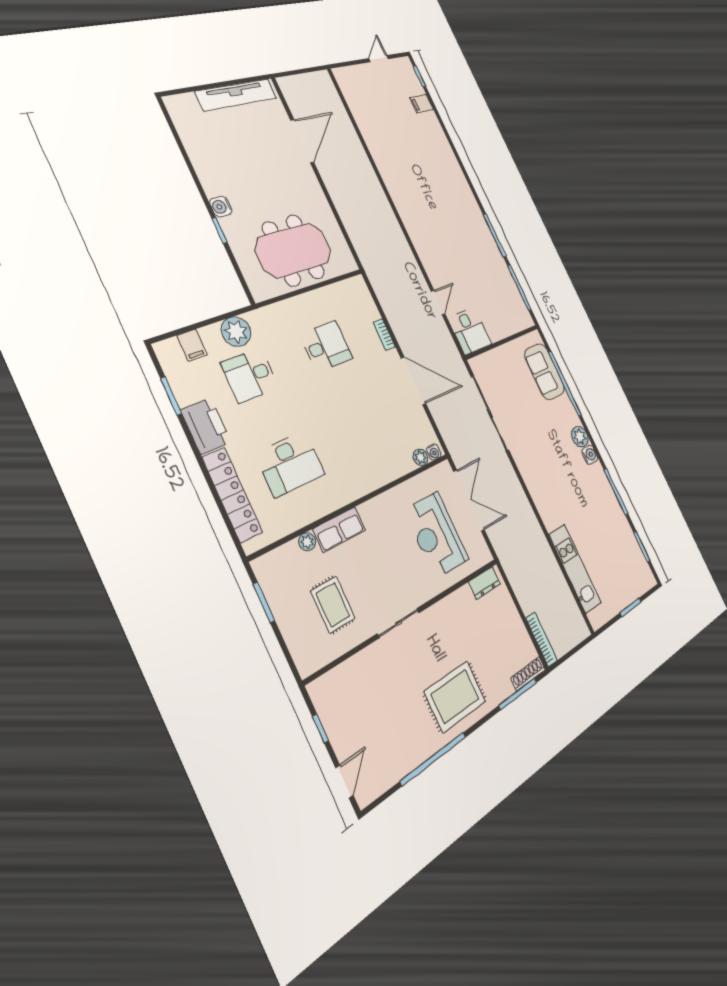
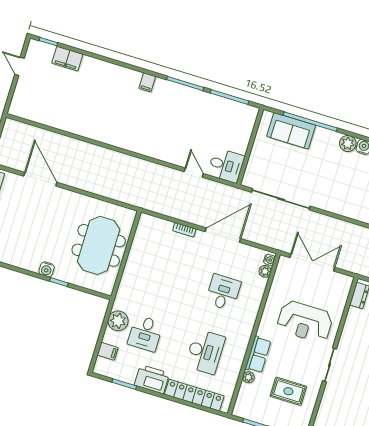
filing cabinet: (422, 104) -> (67, 59), width x2.00
filing cabinet: (466, 197) -> (147, 82), added
desk: (326, 346) -> (223, 292), moved
reception desk: (436, 535) -> (305, 322), moved

